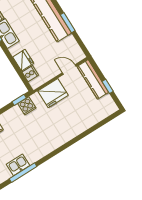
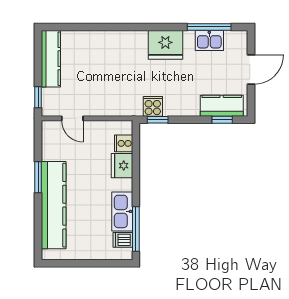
kitchen counter: (93, 79) -> (51, 59), moved
window: (108, 86) -> (38, 97), moved
fridge: (53, 93) -> (165, 45), moved, turned 180

